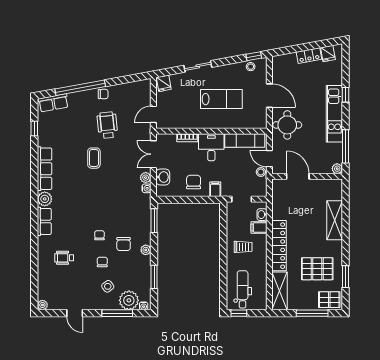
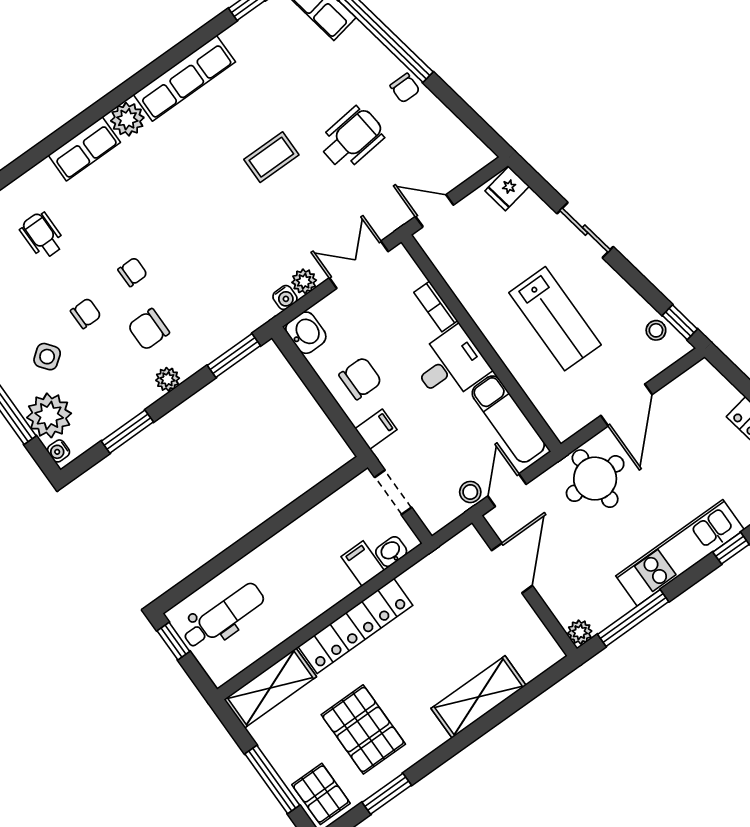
washbasin: (163, 177) -> (306, 333), moved, turned -90
trolley: (243, 247) -> (305, 560), removed

